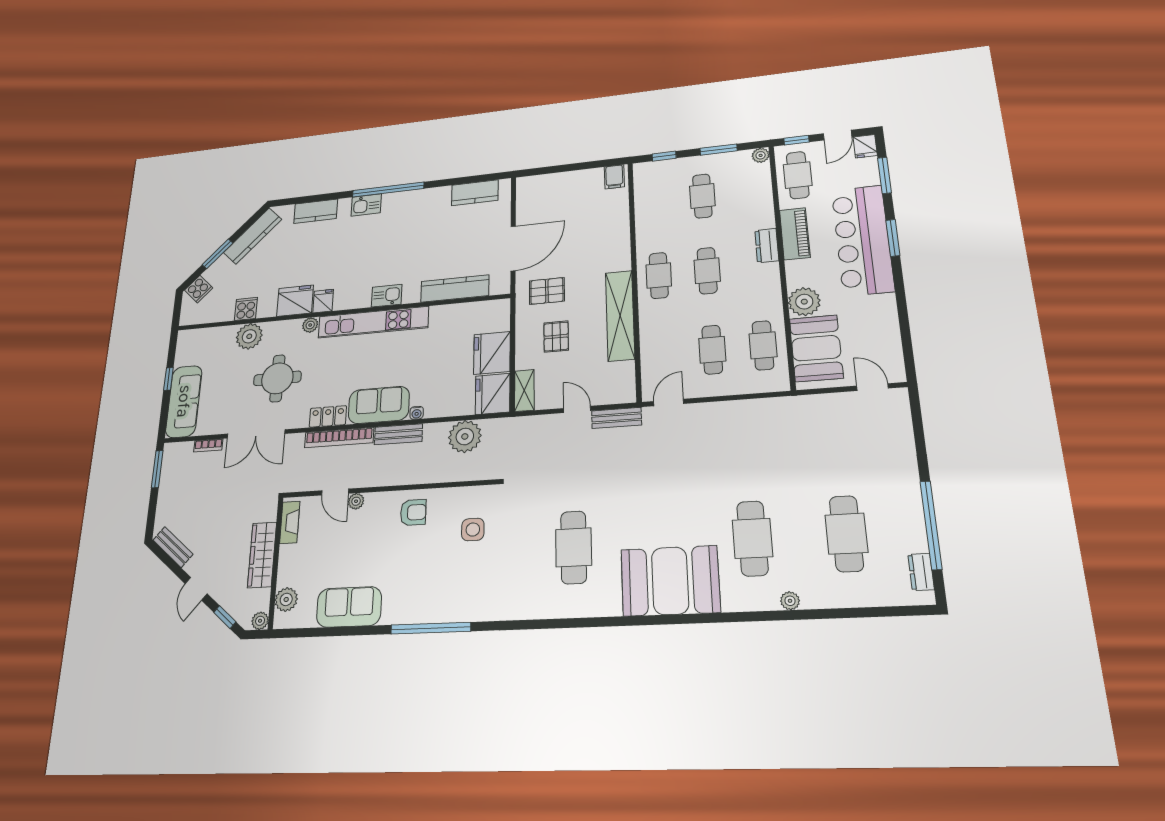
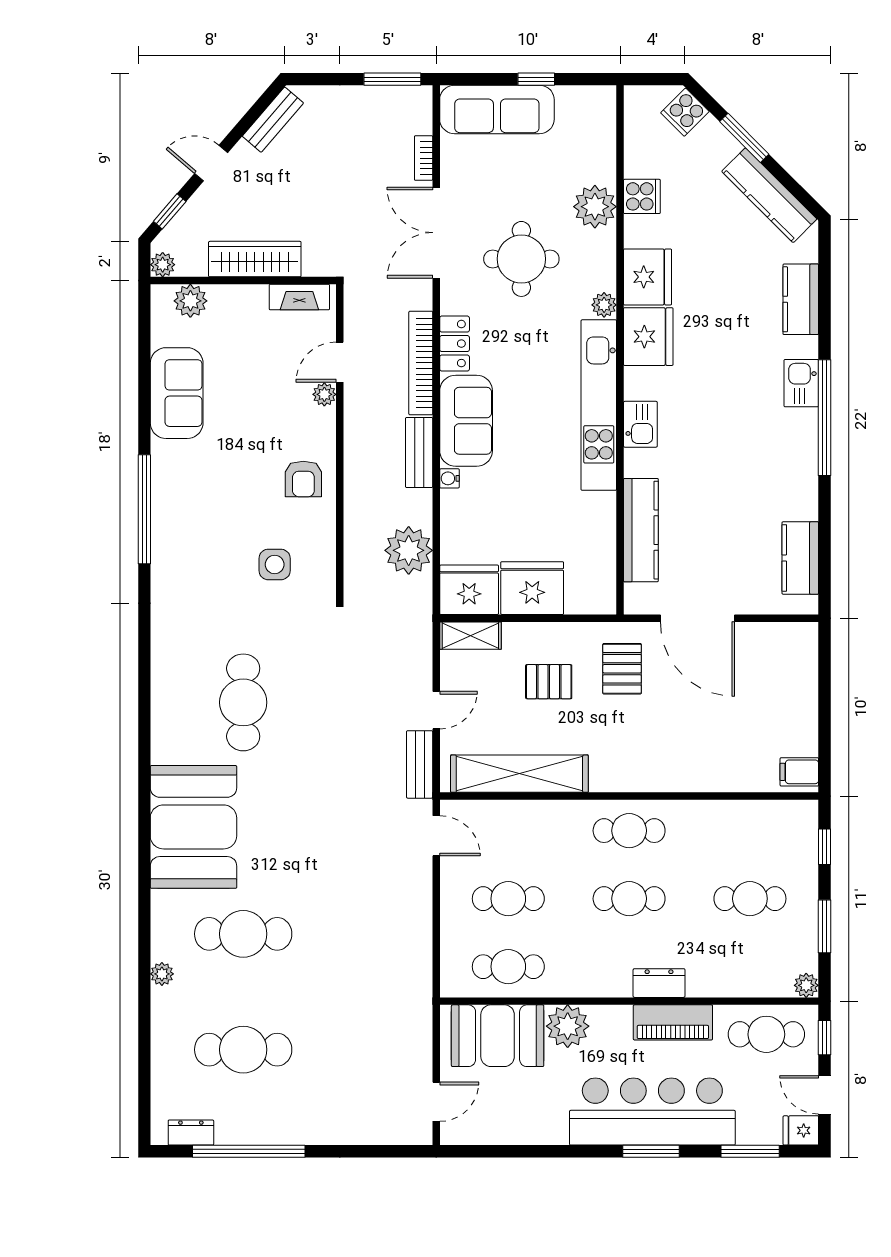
fridge: (323, 301) -> (648, 337), width x1.88, depth x1.34
shelving: (620, 315) -> (519, 774), moved
cafe table: (574, 547) -> (243, 702), turned 90

